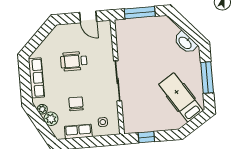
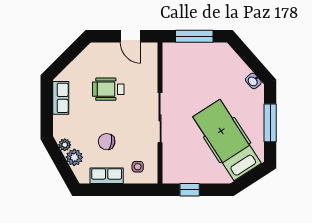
washbasin: (185, 43) -> (253, 81), width x0.52, depth x0.69
row of seats: (36, 78) -> (61, 98), width x0.68
hospital bed: (181, 97) -> (227, 140), width x1.37, depth x1.29
chair: (76, 104) -> (107, 142), turned -80

